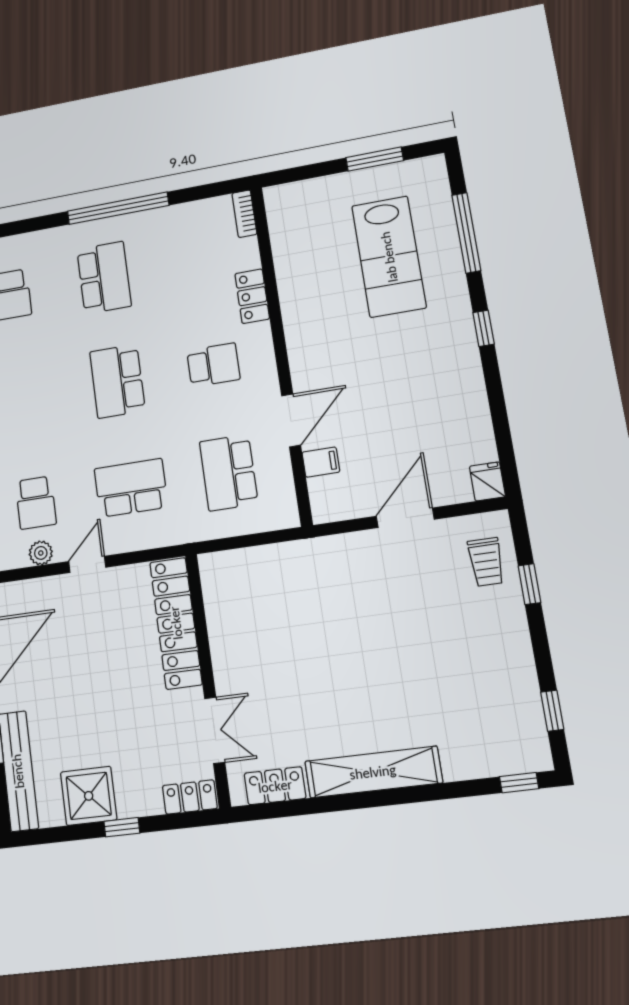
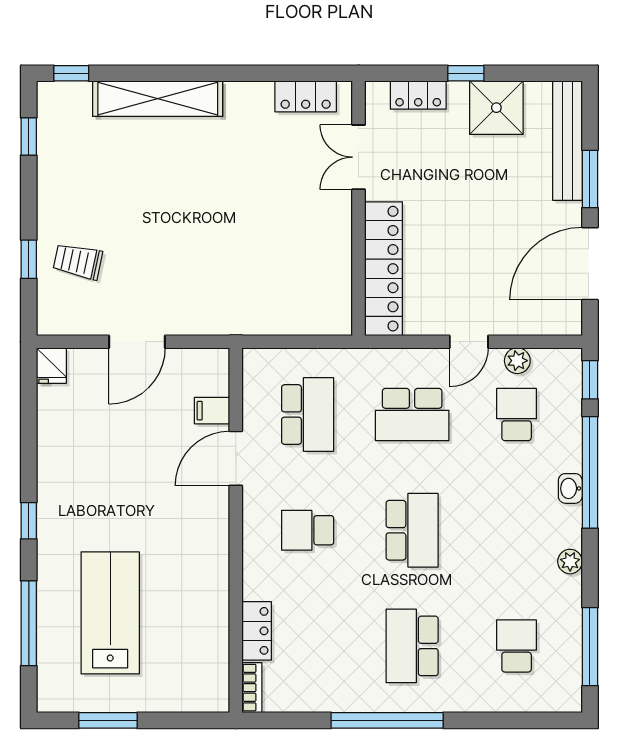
locker: (252, 296) -> (257, 631), moved
trolley: (486, 562) -> (78, 261), moved, turned -78
shelving: (373, 772) -> (158, 99), moved
locker: (190, 797) -> (418, 95), moved

